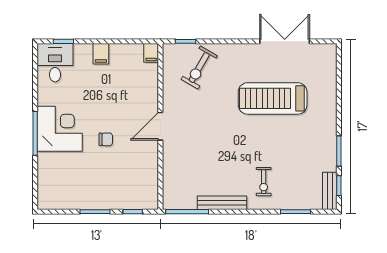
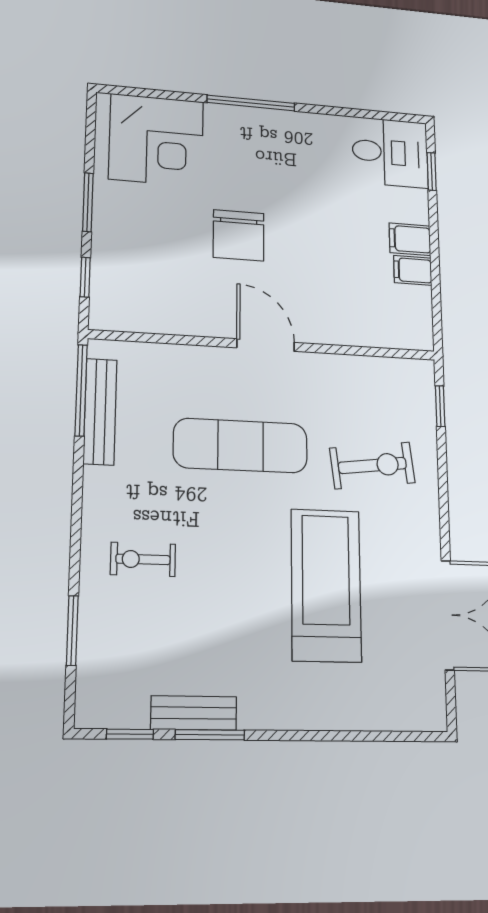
filing cabinet: (151, 53) -> (413, 270), moved
exercise bike: (199, 68) -> (372, 465), moved, turned 143
corner desk: (60, 129) -> (156, 140), moved
exercise mat: (210, 138) -> (241, 446), added
chair: (106, 139) -> (239, 235), width x1.87, depth x1.87
bench: (330, 191) -> (194, 713), moved
bench: (222, 203) -> (100, 412), moved

